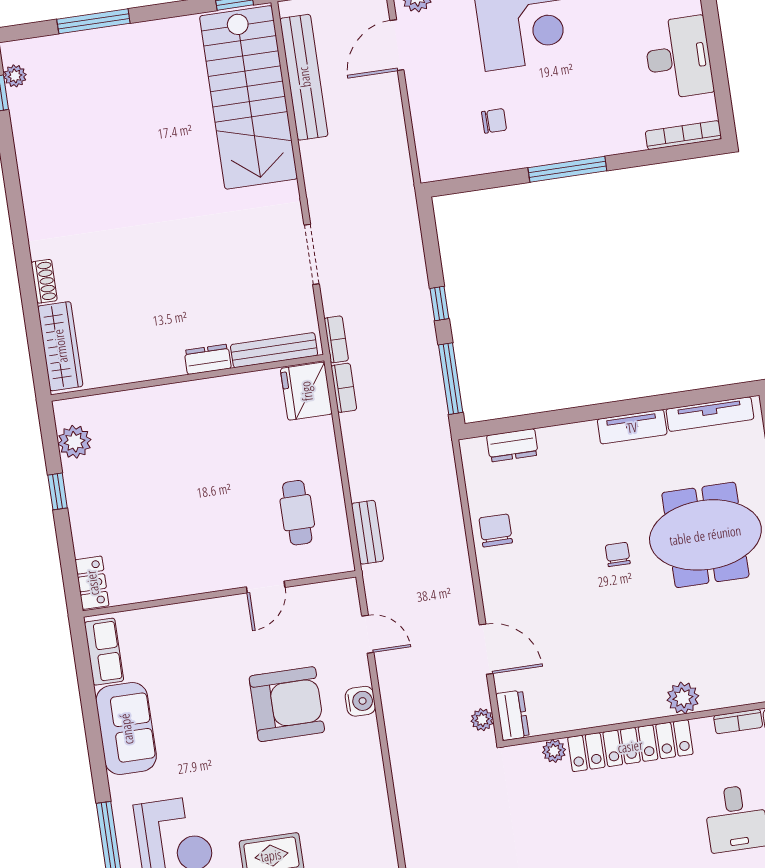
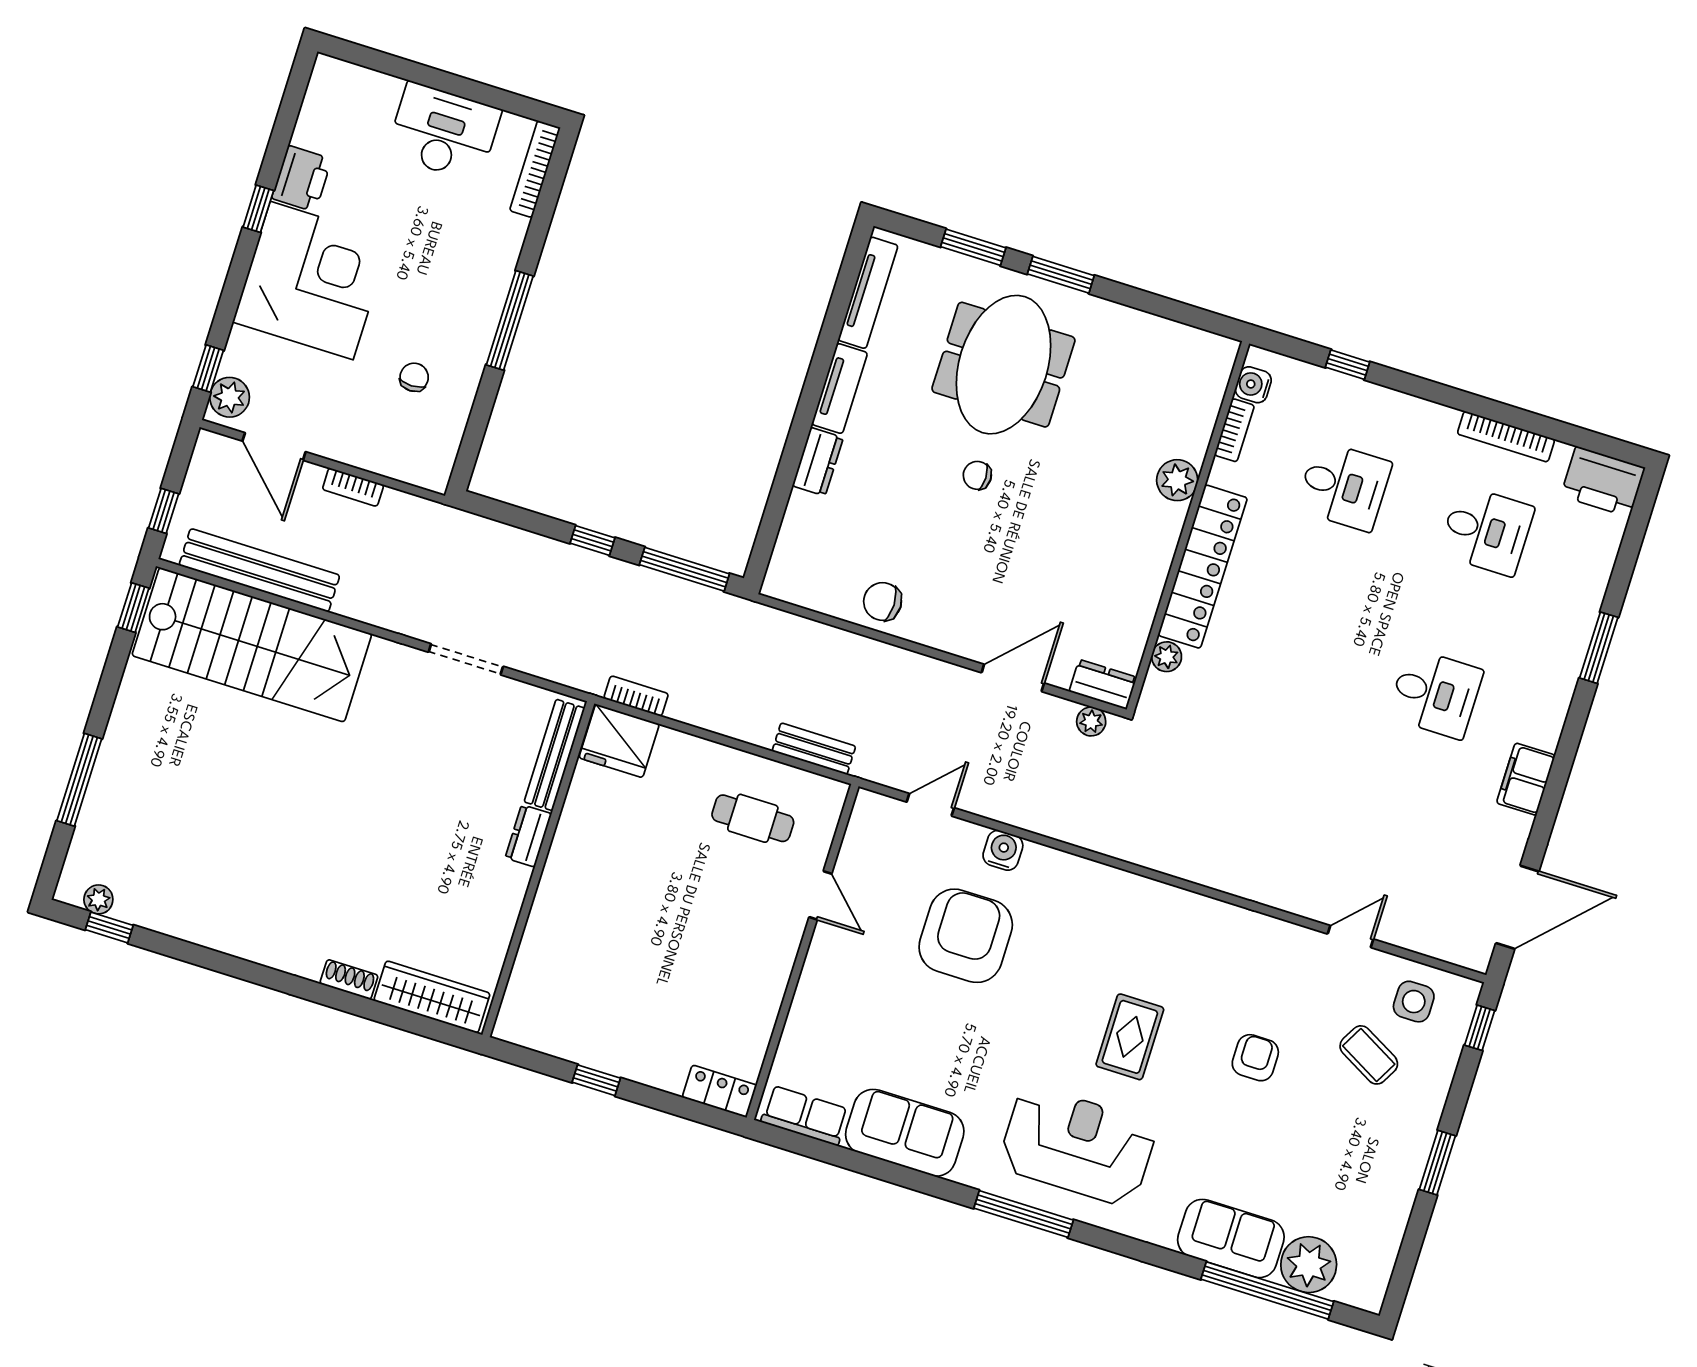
bookcase: (336, 339) -> (353, 487), moved, turned 180
plant: (75, 442) -> (549, 1033), removed
dresser: (512, 445) -> (818, 462), moved

